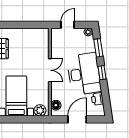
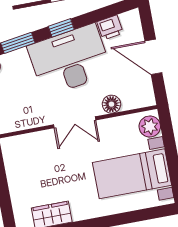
double door: (50, 70) -> (75, 122), swing flipped
floor lamp: (56, 105) -> (111, 104), moved

